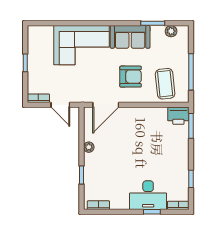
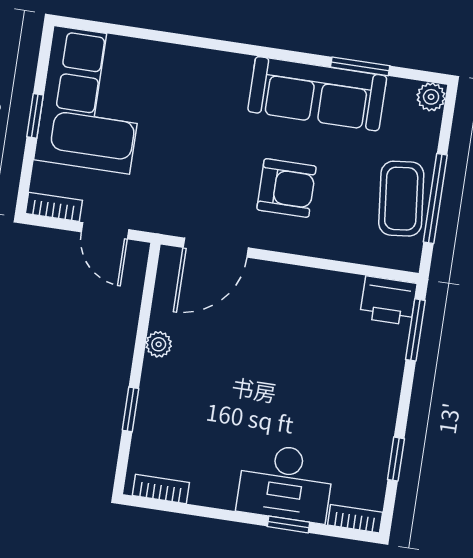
plant: (171, 31) -> (431, 97), moved
sofa: (130, 37) -> (317, 94), width x1.36
corner sofa: (82, 45) -> (92, 100), moved, turned -90
coffee table: (165, 84) -> (401, 199), moved

